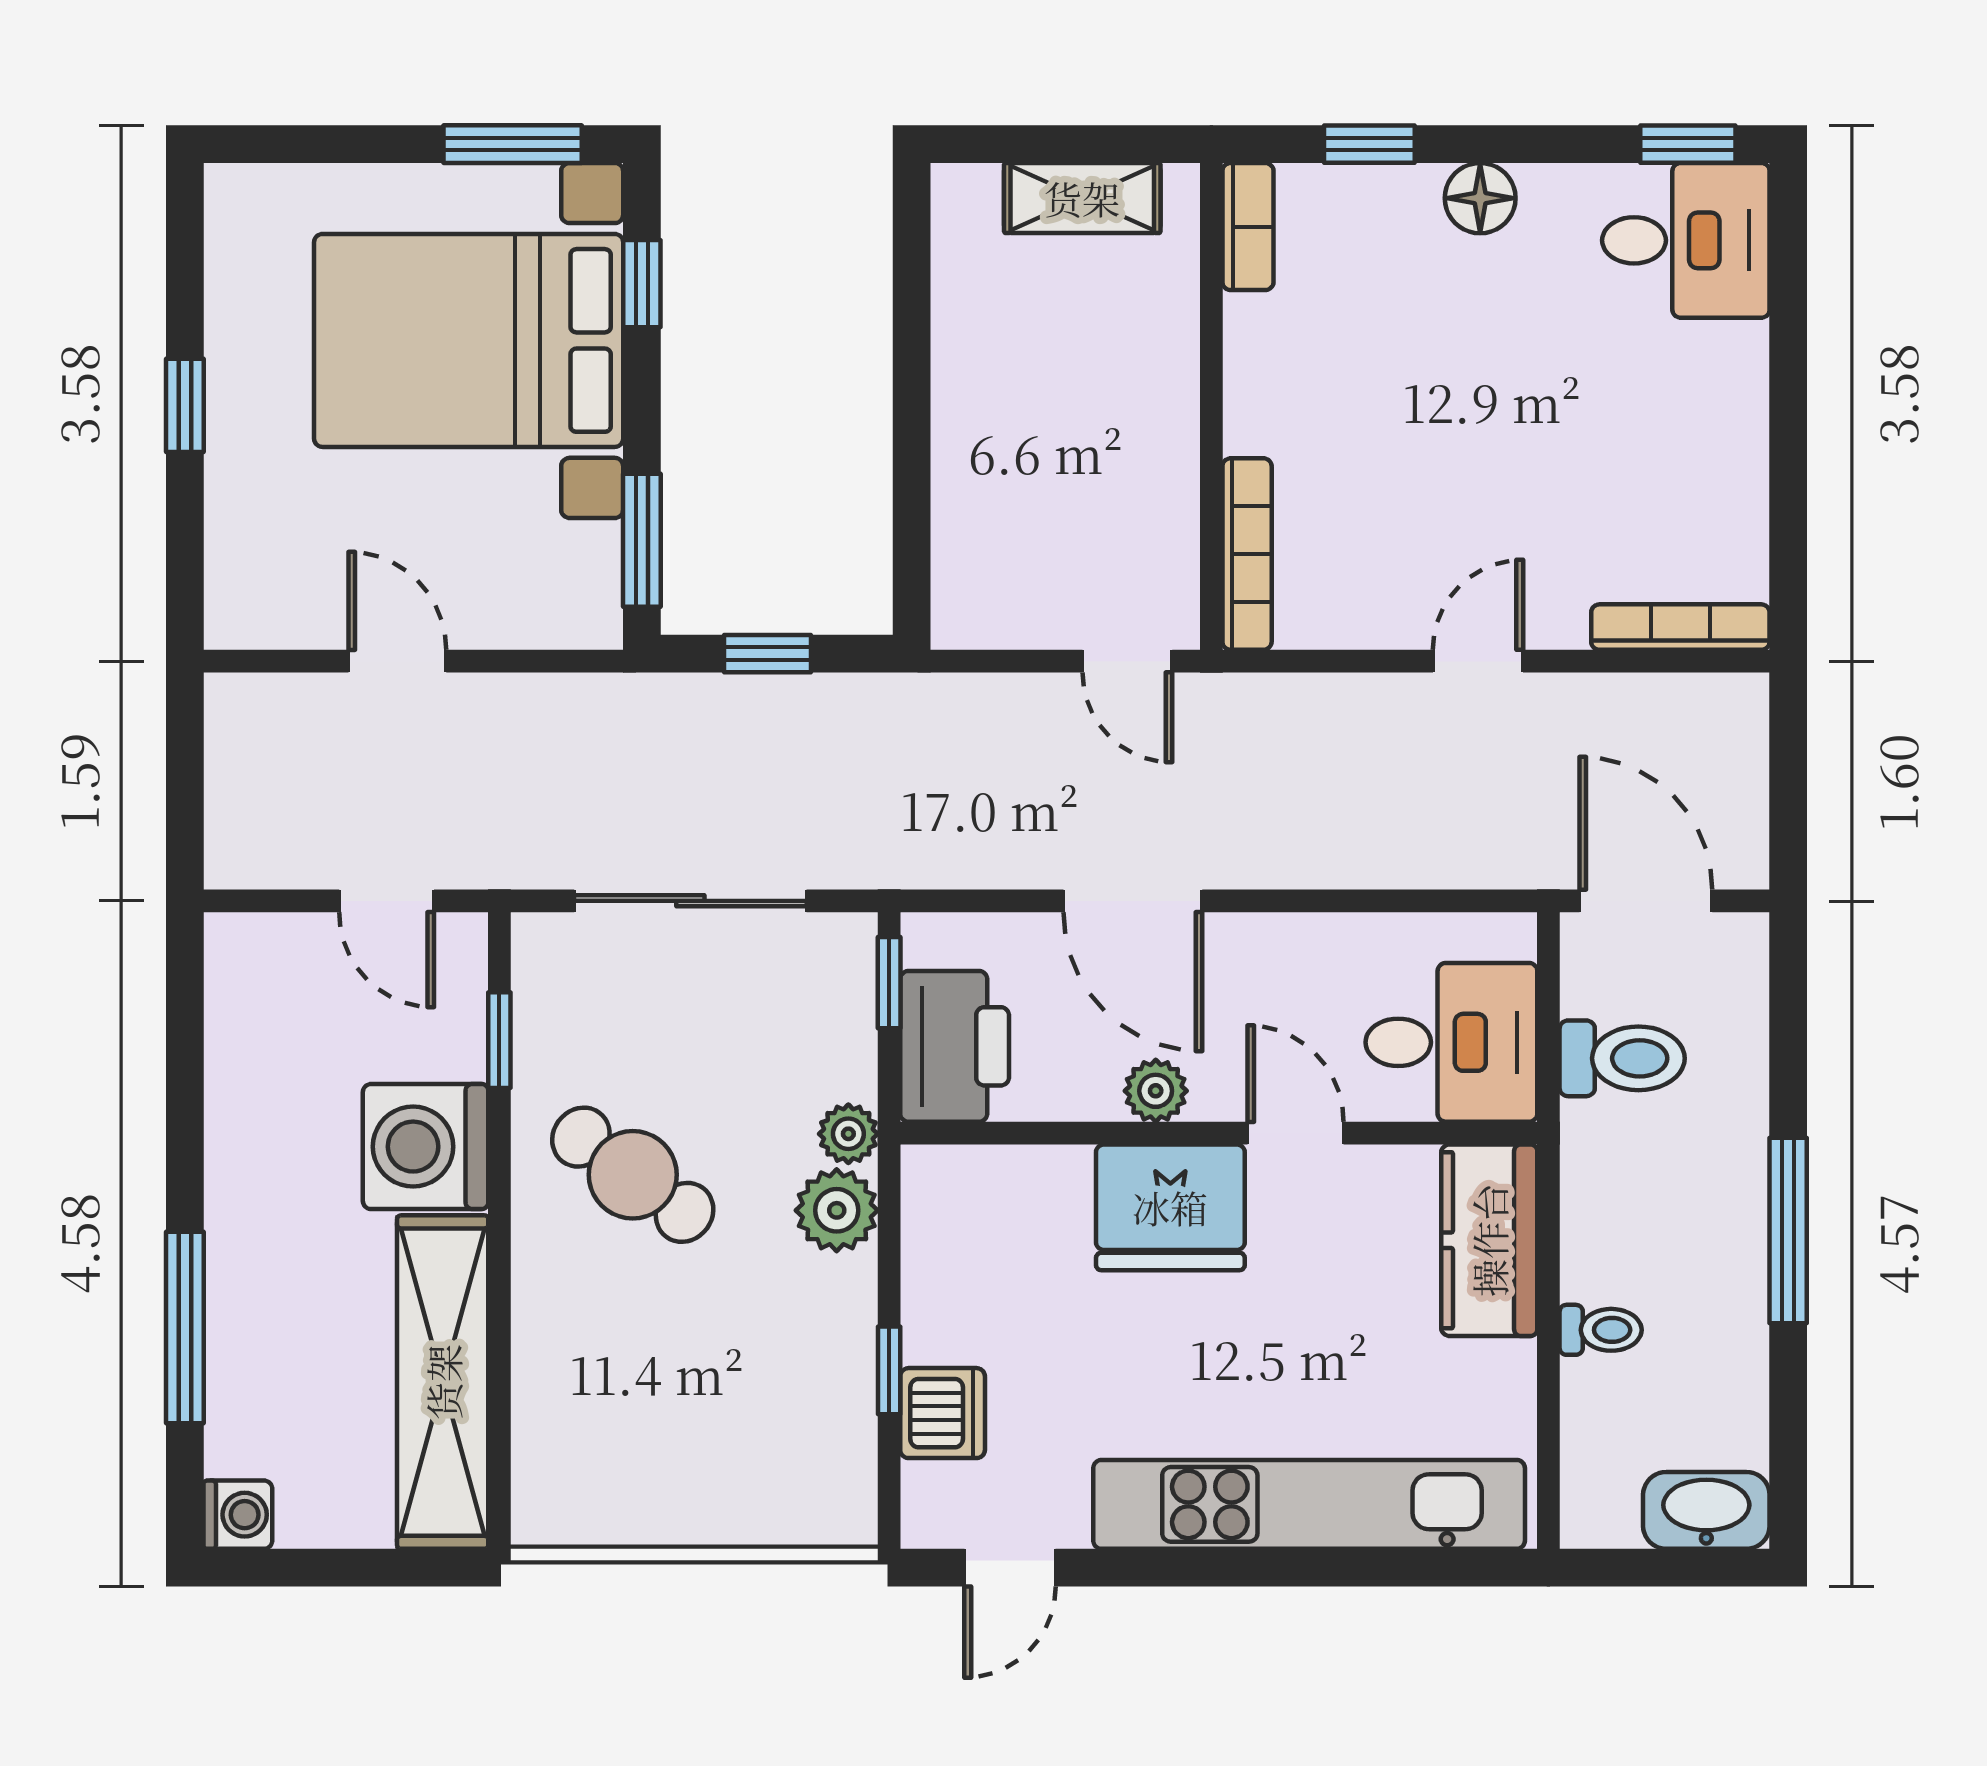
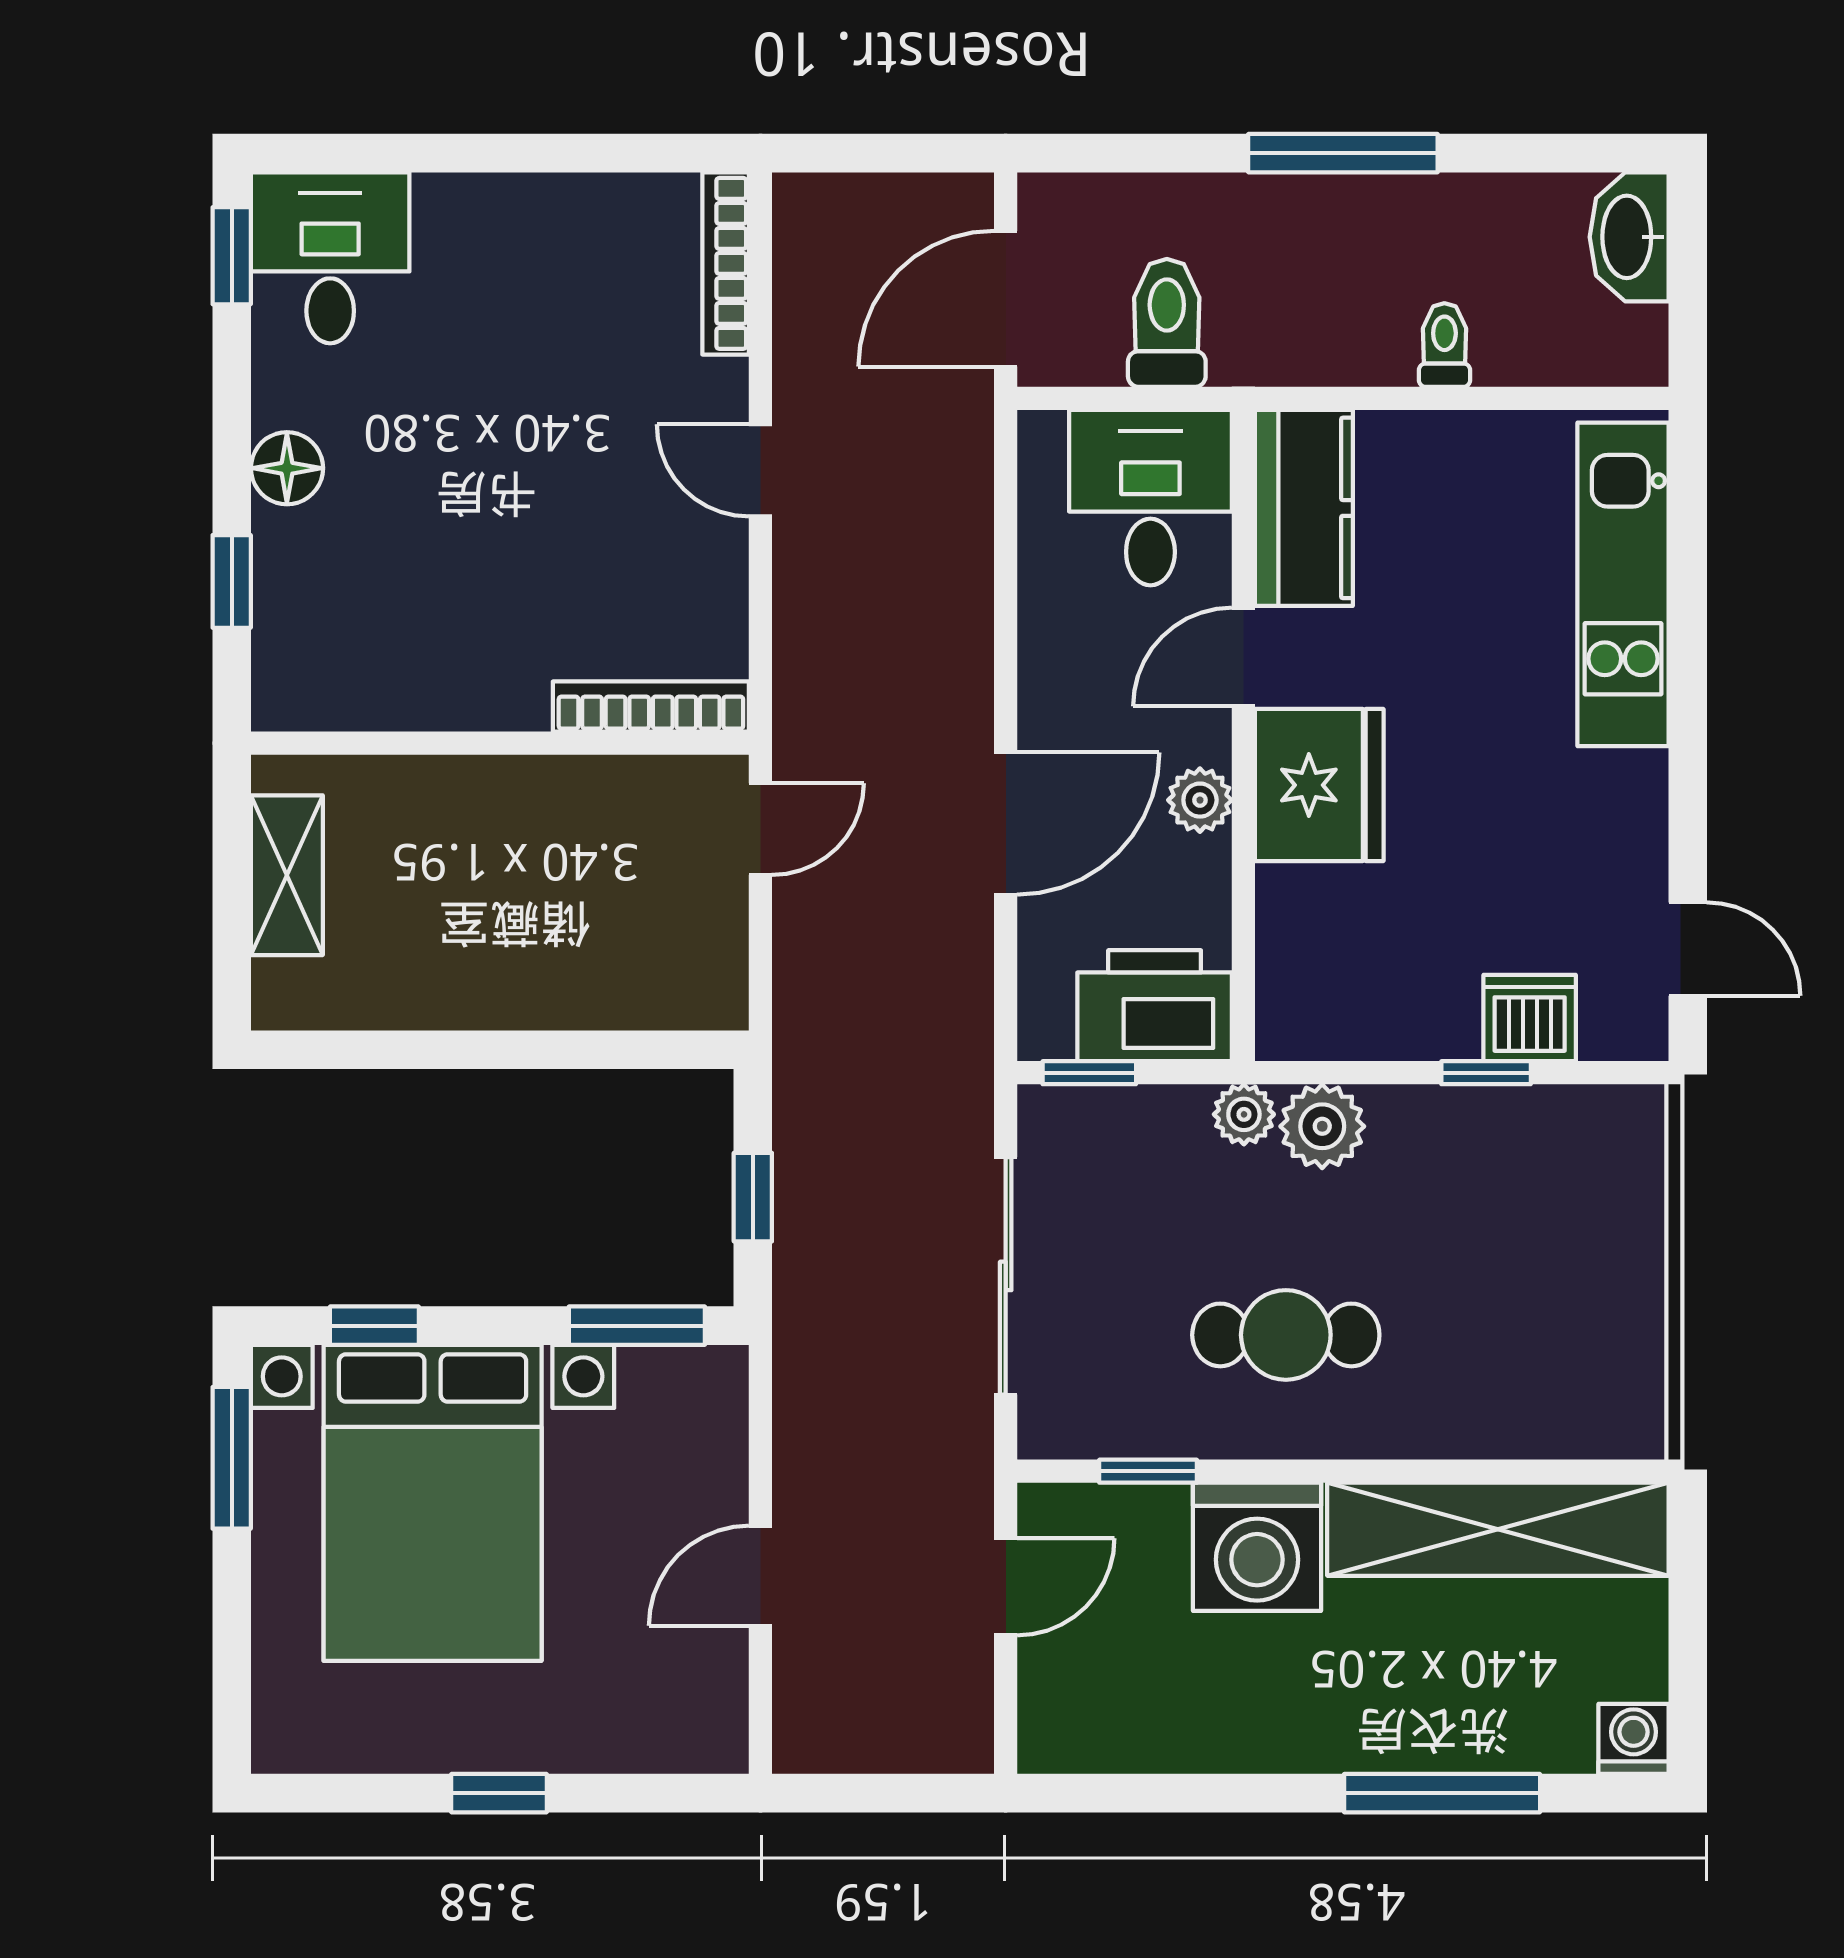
bookcase: (1248, 227) -> (316, 706), removed
cafe table: (633, 1175) -> (1286, 1335), turned 54
kitchen counter: (1489, 1240) -> (1304, 508), moved, turned -90
kitchen unit: (1309, 1504) -> (1623, 584), width x0.73

